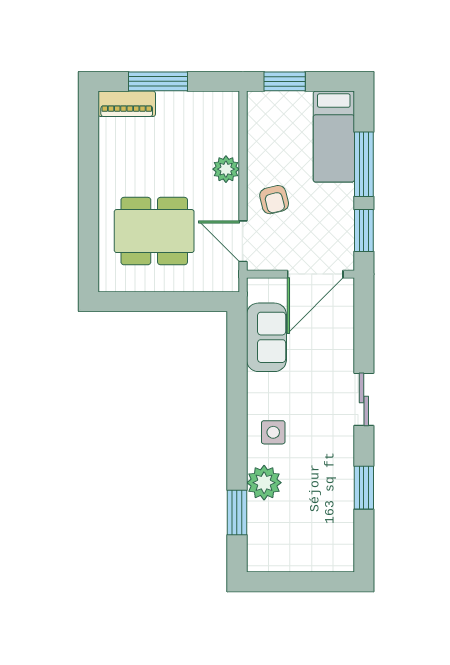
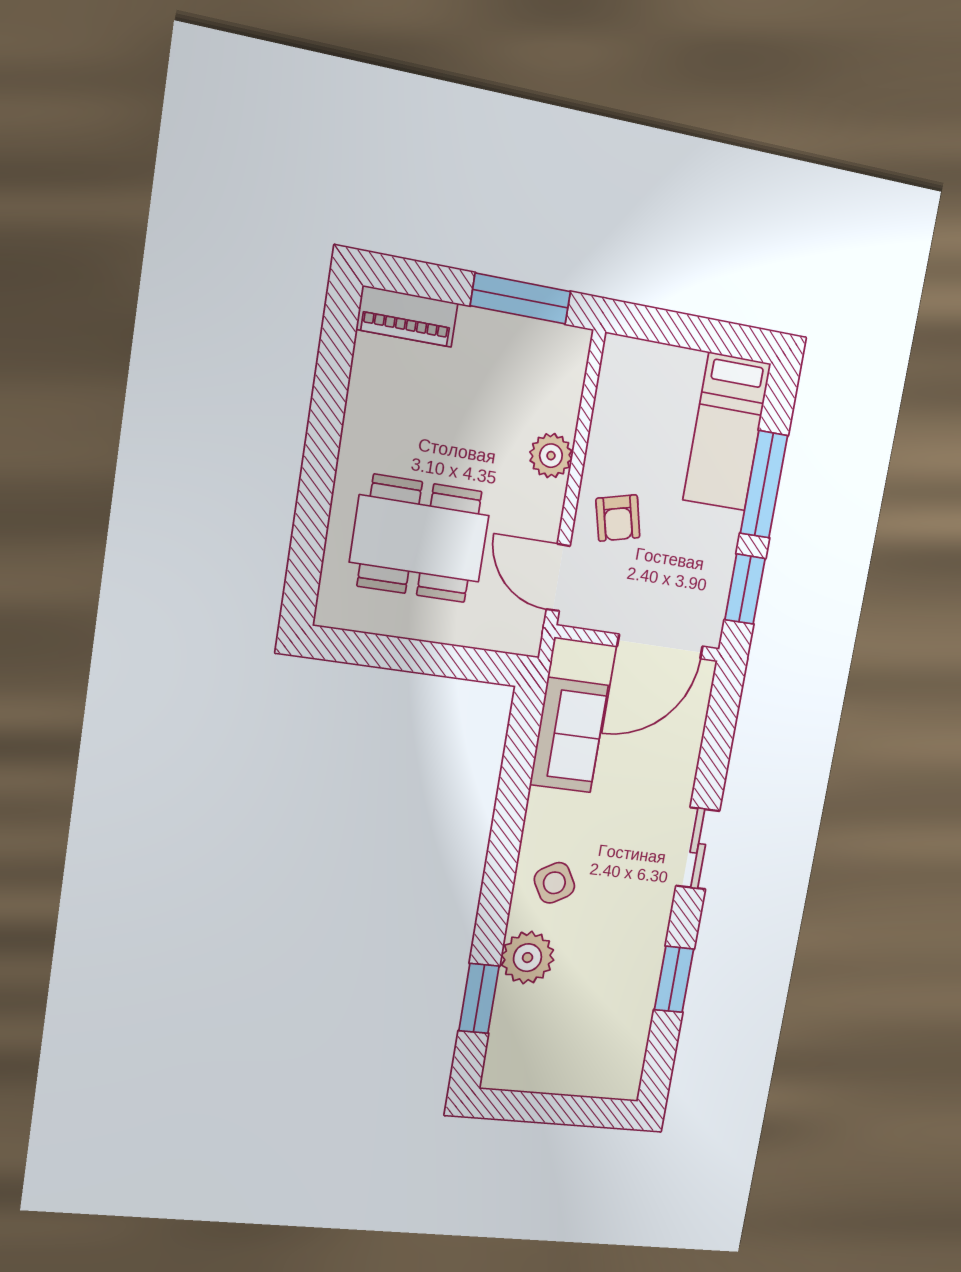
window: (158, 81) -> (520, 299), moved
window: (285, 81) -> (667, 327), removed
side table: (273, 432) -> (554, 883), turned -30

